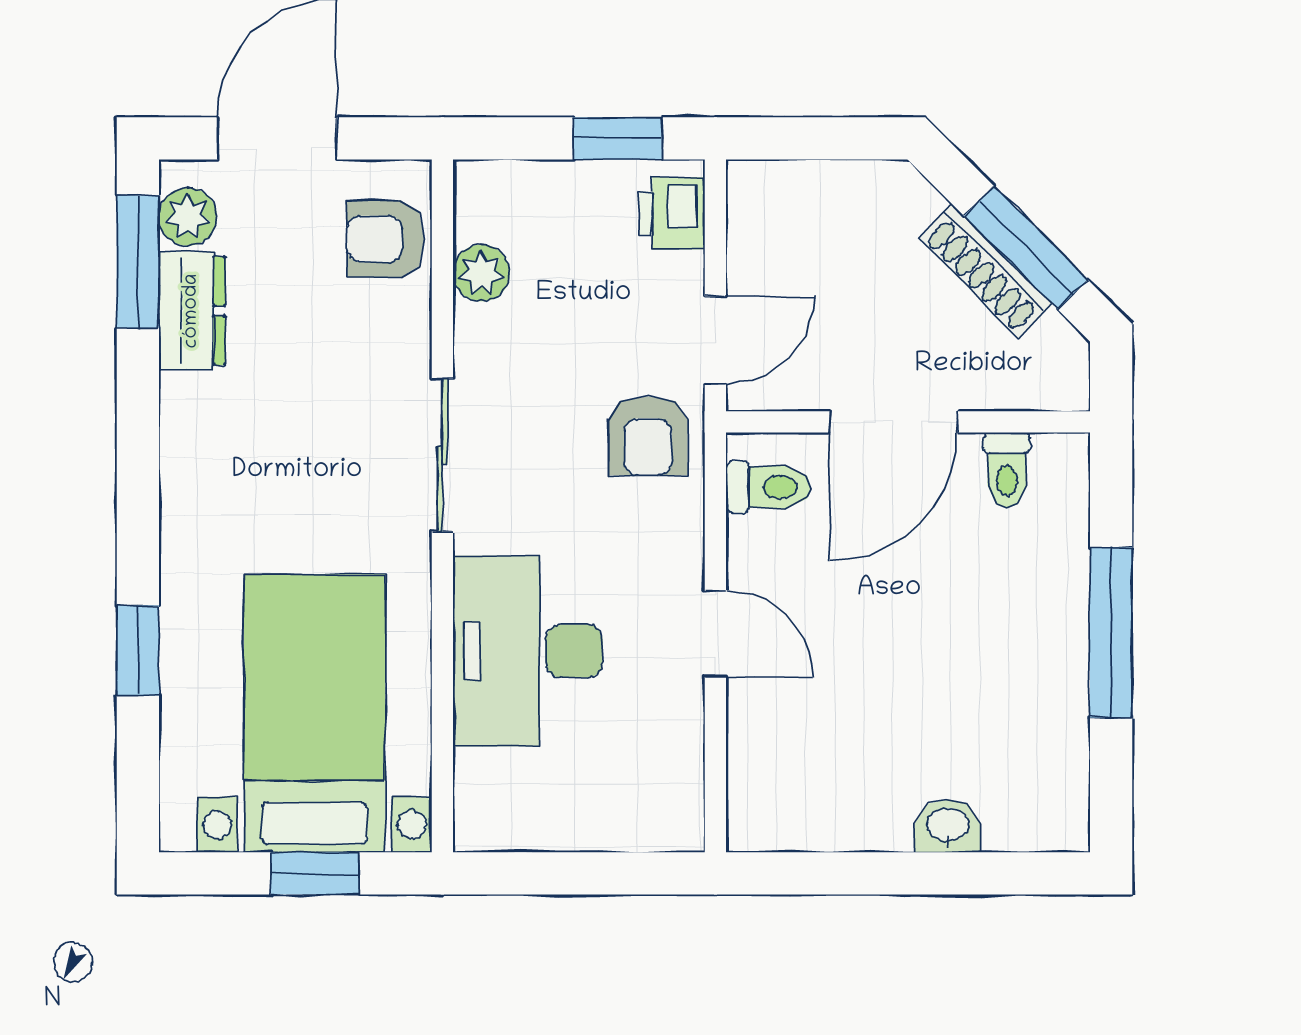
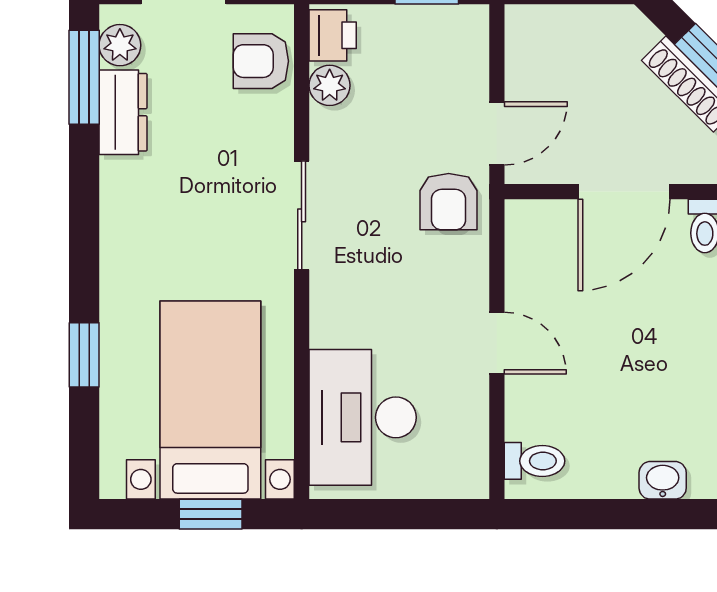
printer: (672, 213) -> (333, 35), moved, turned 180
toilet: (768, 487) -> (534, 461), moved
desk: (528, 651) -> (363, 417), moved

